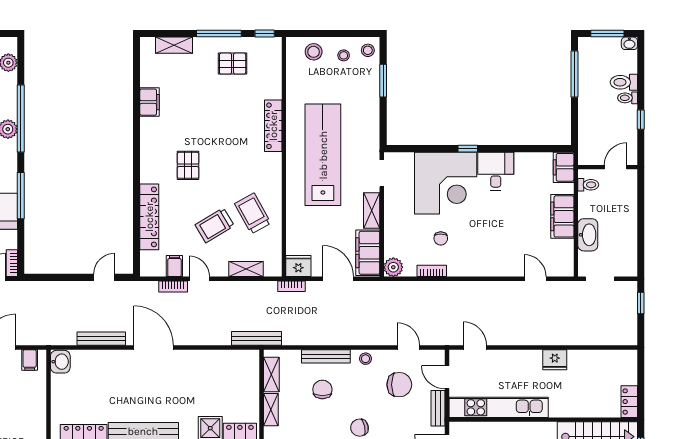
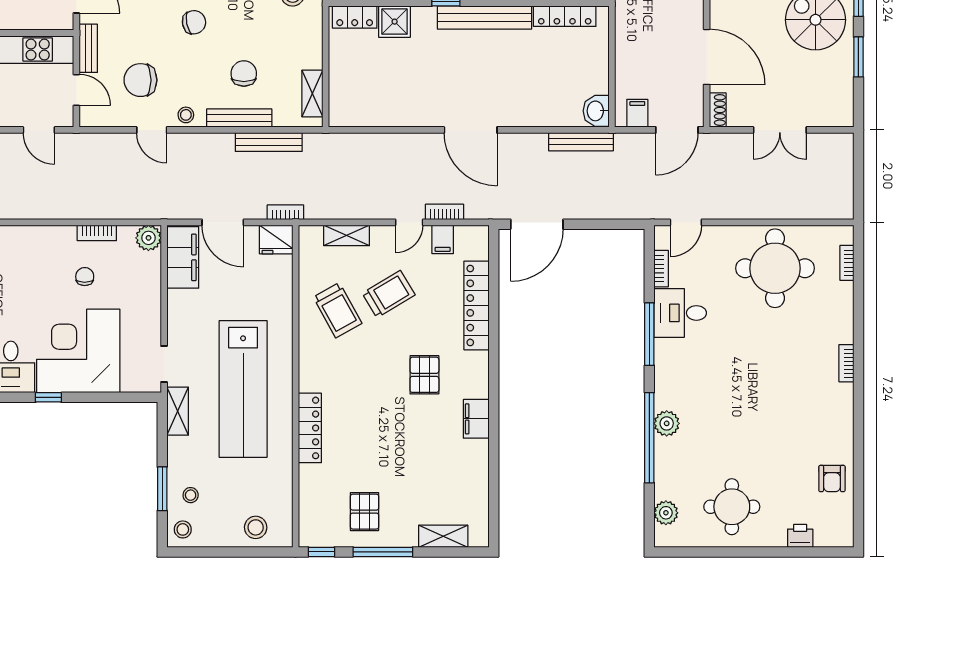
stool: (344, 55) -> (191, 495), moved
pallet: (233, 64) -> (365, 512), turned 90
filing cabinet: (150, 102) -> (476, 419), moved
shelving: (372, 211) -> (178, 411), moved
bookcase: (12, 263) -> (661, 269), moved
door: (104, 277) -> (537, 224), width x1.88
door: (199, 279) -> (409, 222), hinge flipped
bench: (257, 338) -> (269, 142), moved
bench: (101, 339) -> (581, 142), moved
door: (408, 347) -> (152, 130), moved
chair: (322, 389) -> (244, 74), turned 180
shelving: (271, 410) -> (313, 47), removed

